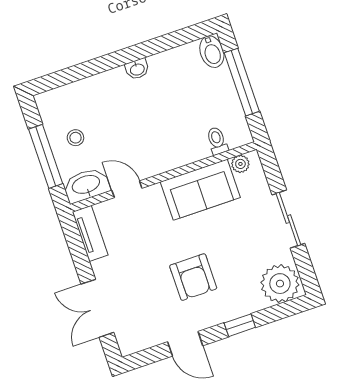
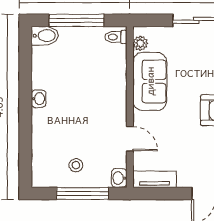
toilet: (217, 141) -> (116, 37), moved
washbasin: (86, 185) -> (119, 178), width x0.52, depth x0.69
door: (127, 189) -> (130, 139), swing flipped

